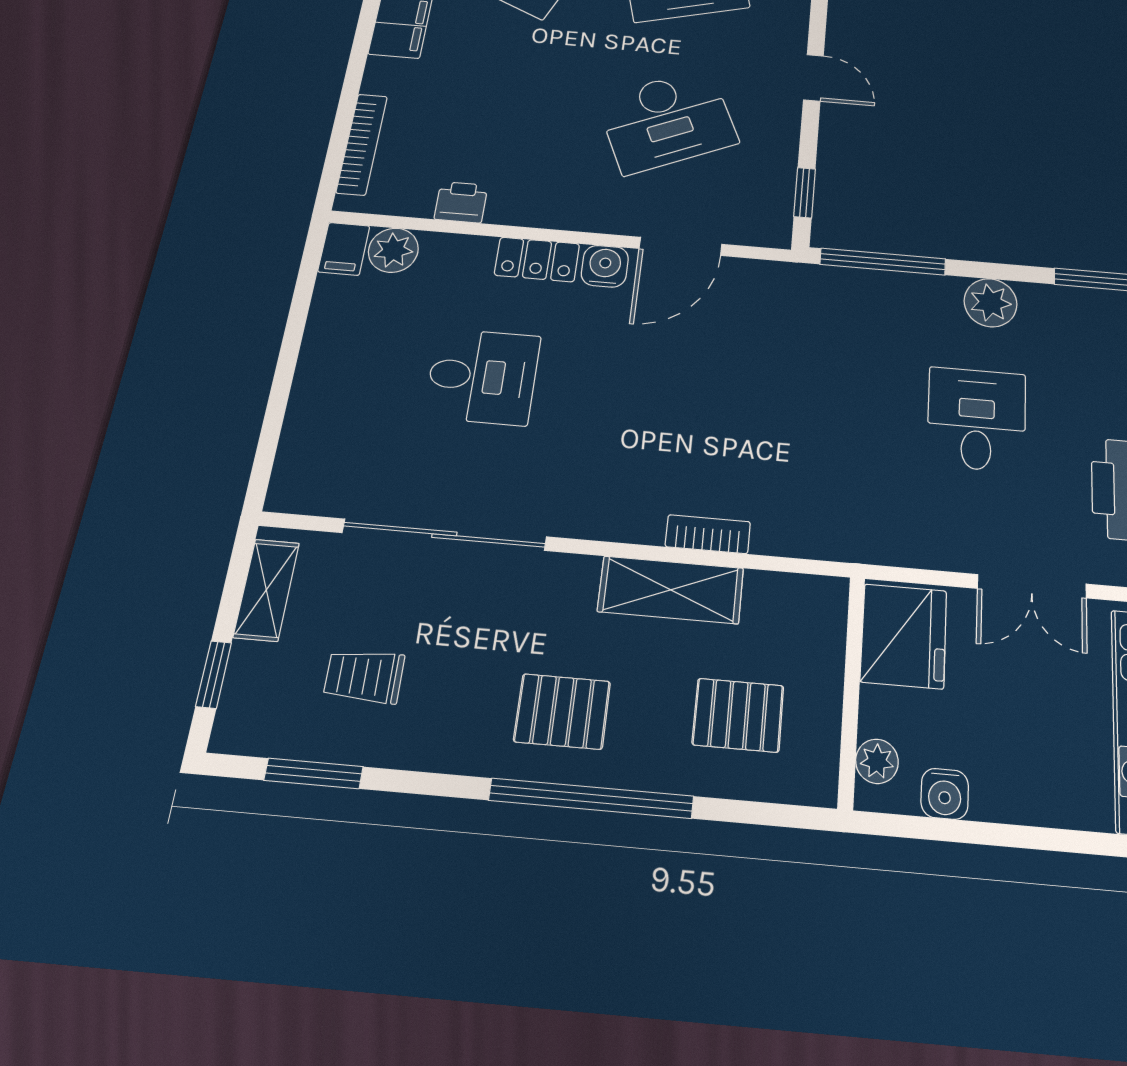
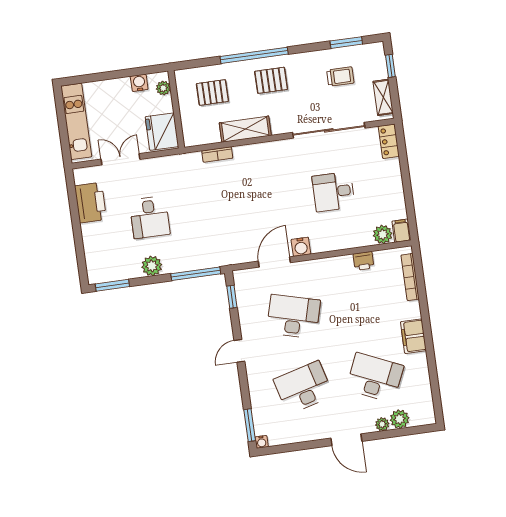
door: (814, 78) -> (239, 351), hinge flipped
desk: (667, 121) -> (293, 316), turned 39
locker: (537, 259) -> (389, 141), moved, turned -90
bookcase: (708, 534) -> (217, 154), moved

